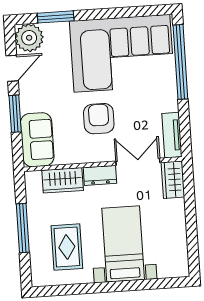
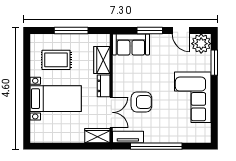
corner sofa: (122, 53) -> (193, 97), width x0.73, depth x0.74
window: (180, 62) -> (156, 146), moved
armchair: (99, 119) -> (141, 102), moved

